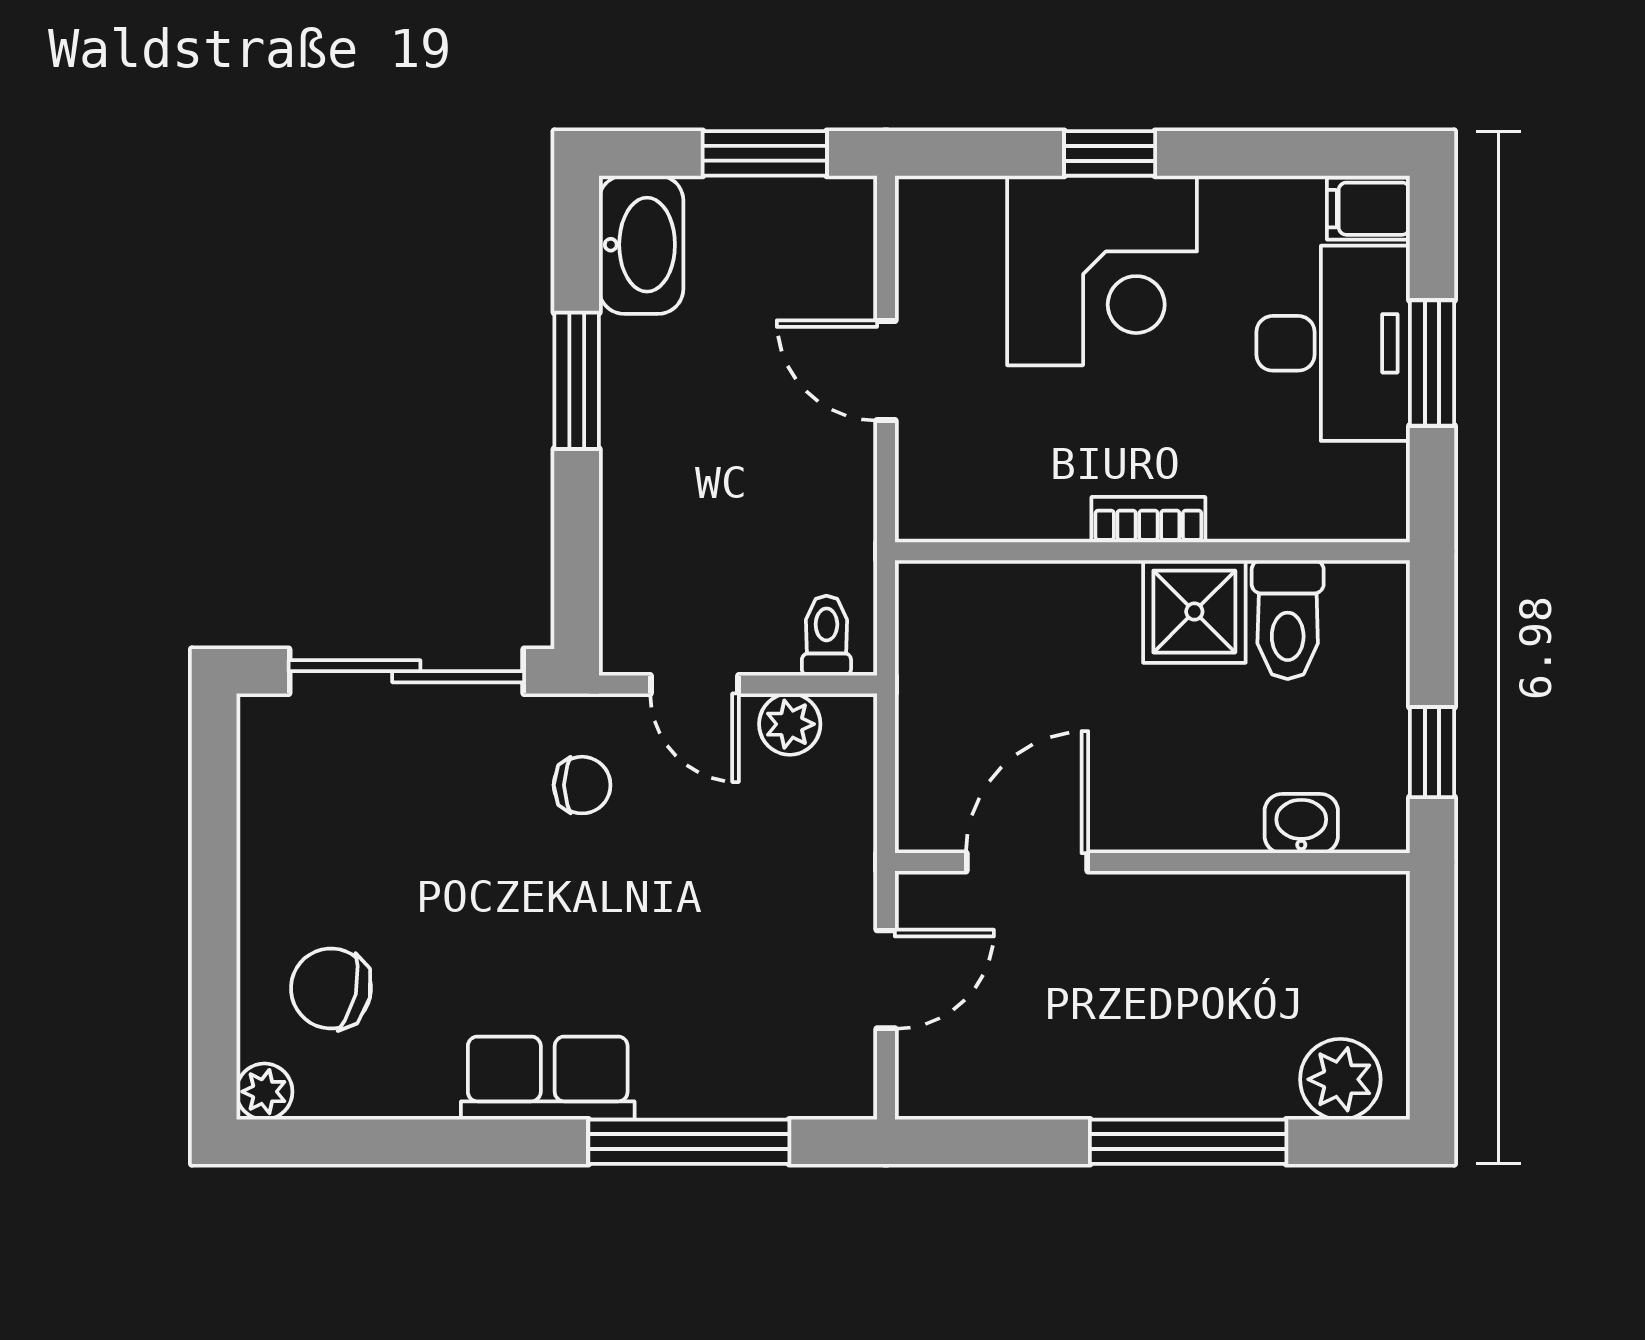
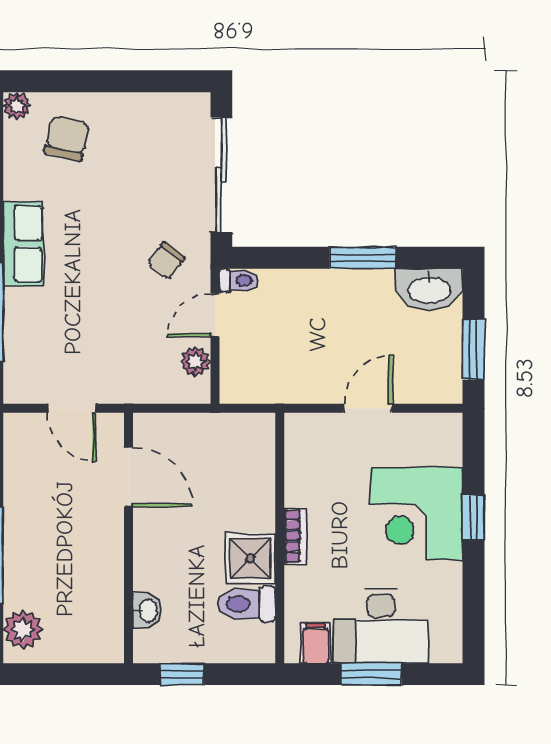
filing cabinet: (1368, 209) -> (315, 643), moved
toilet: (826, 636) -> (239, 281), moved
chair: (582, 785) -> (166, 260), turned 38

